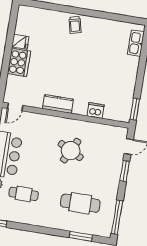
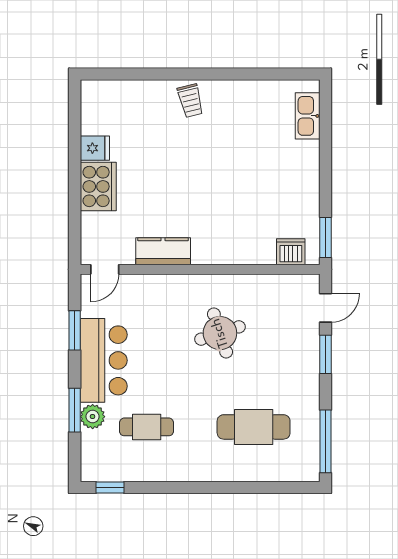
kitchen counter: (58, 104) -> (163, 251), moved
dishwasher: (96, 110) -> (291, 252), moved
round table: (71, 151) -> (220, 333), turned 45
window: (81, 236) -> (265, 488), removed

